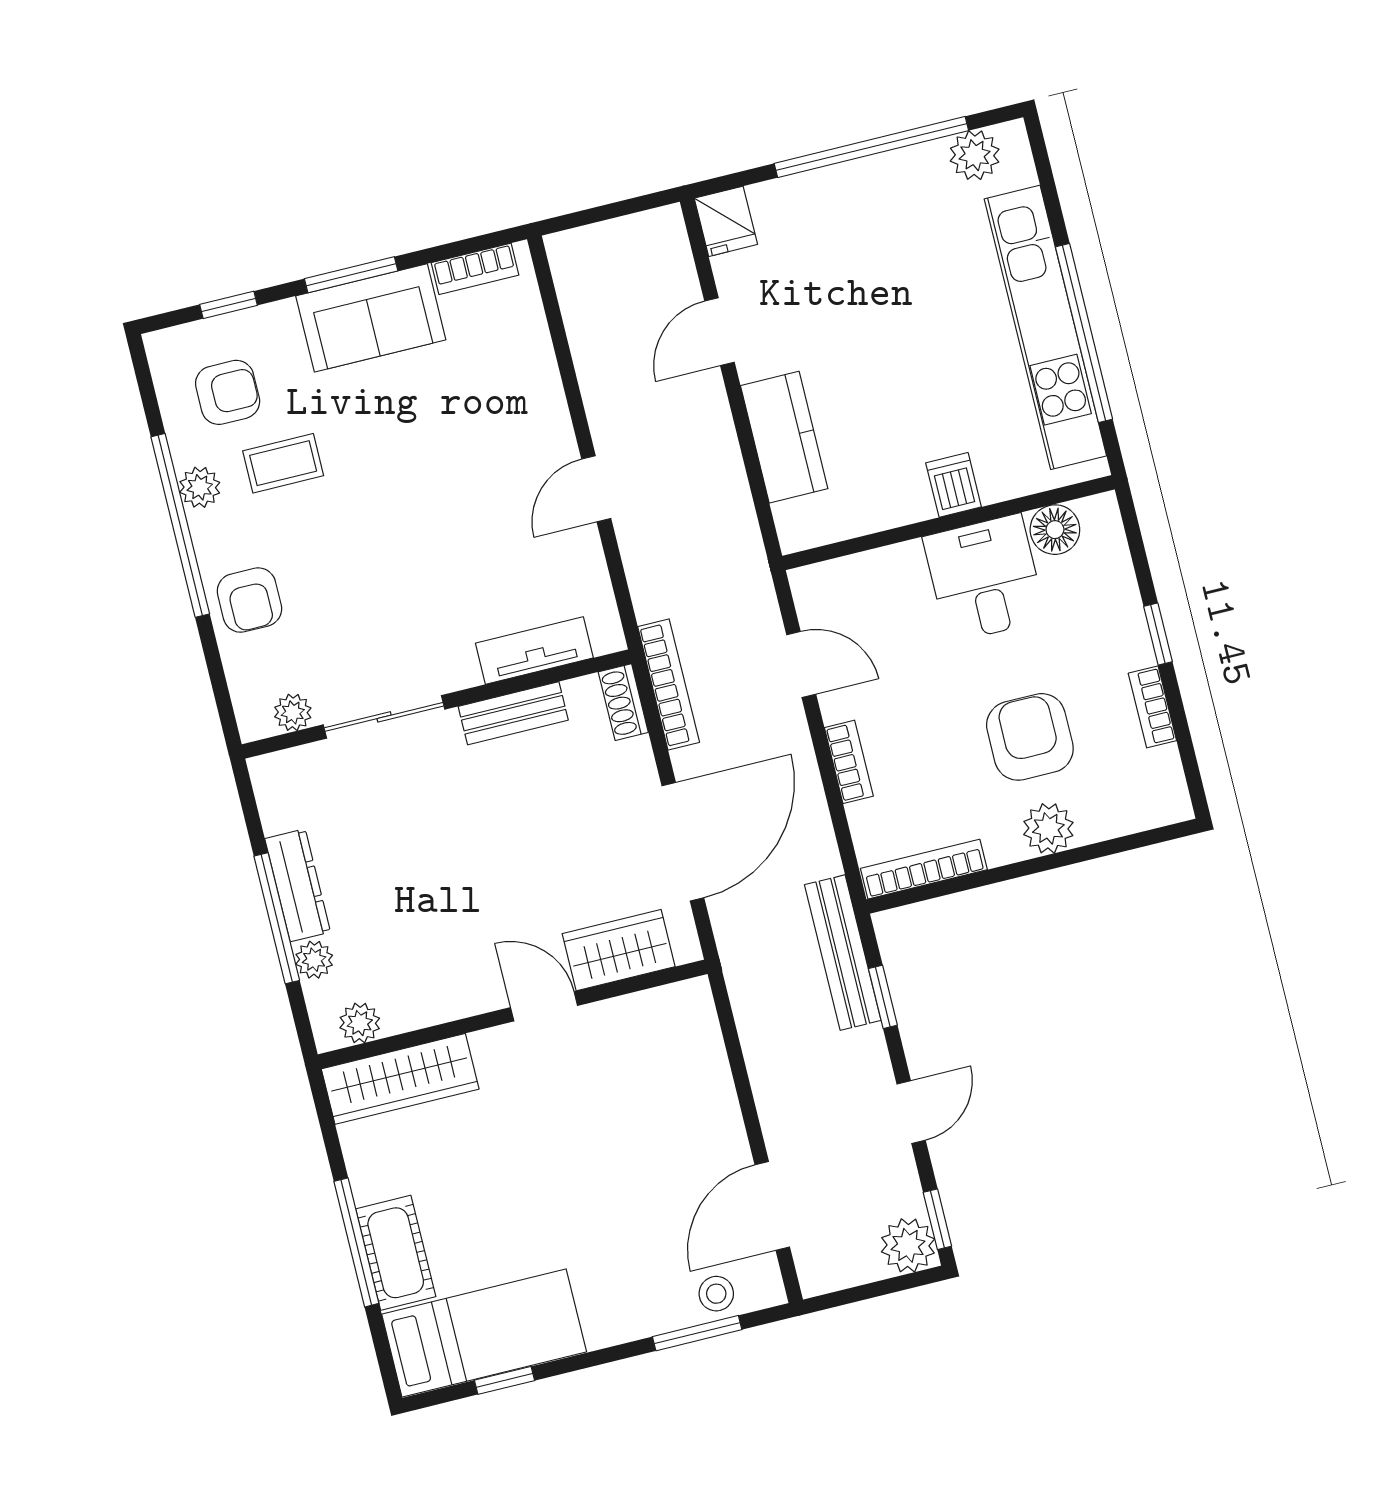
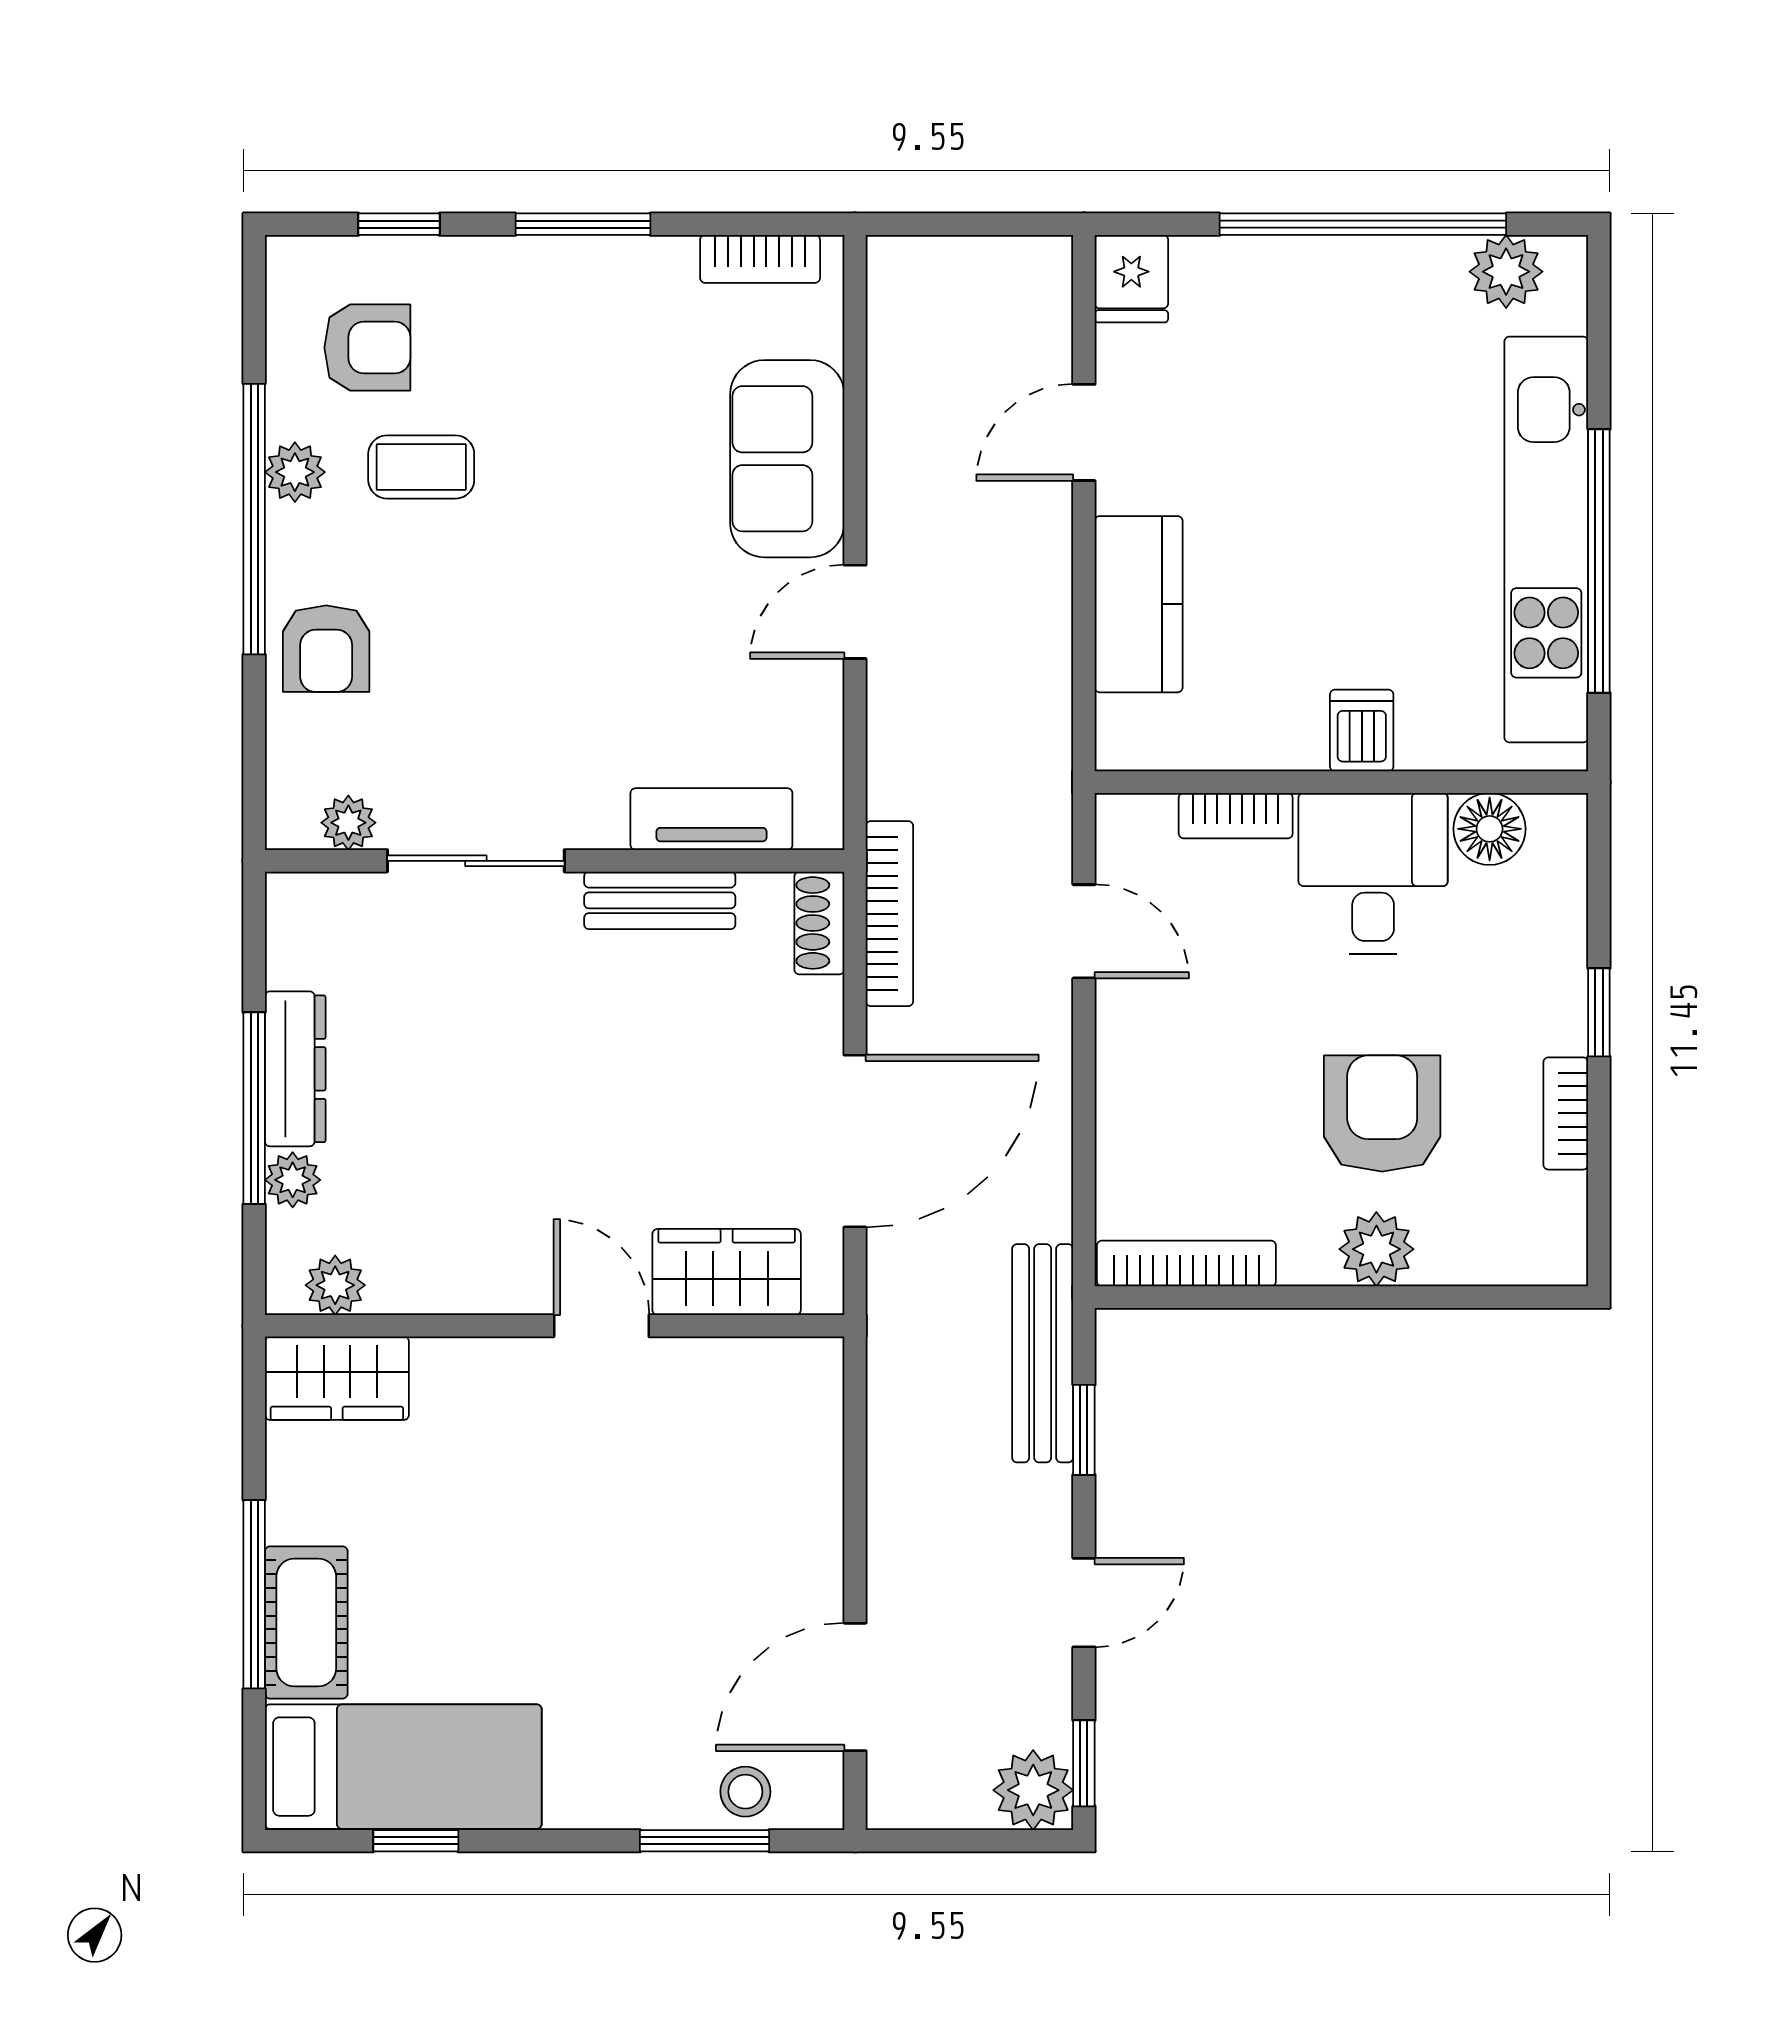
sofa: (371, 318) -> (787, 459), moved, turned 90
bookcase: (849, 762) -> (1236, 816), moved, turned 90
wardrobe: (400, 1079) -> (337, 1378), width x0.67

